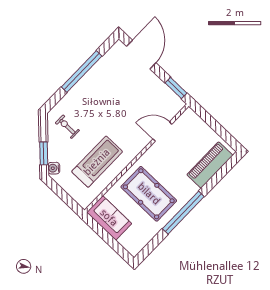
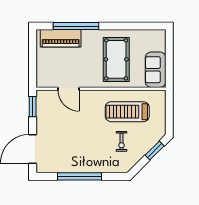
exercise bike: (67, 127) -> (122, 141), moved
water cooler: (54, 168) -> (158, 135), removed
window: (183, 213) -> (76, 26), moved

